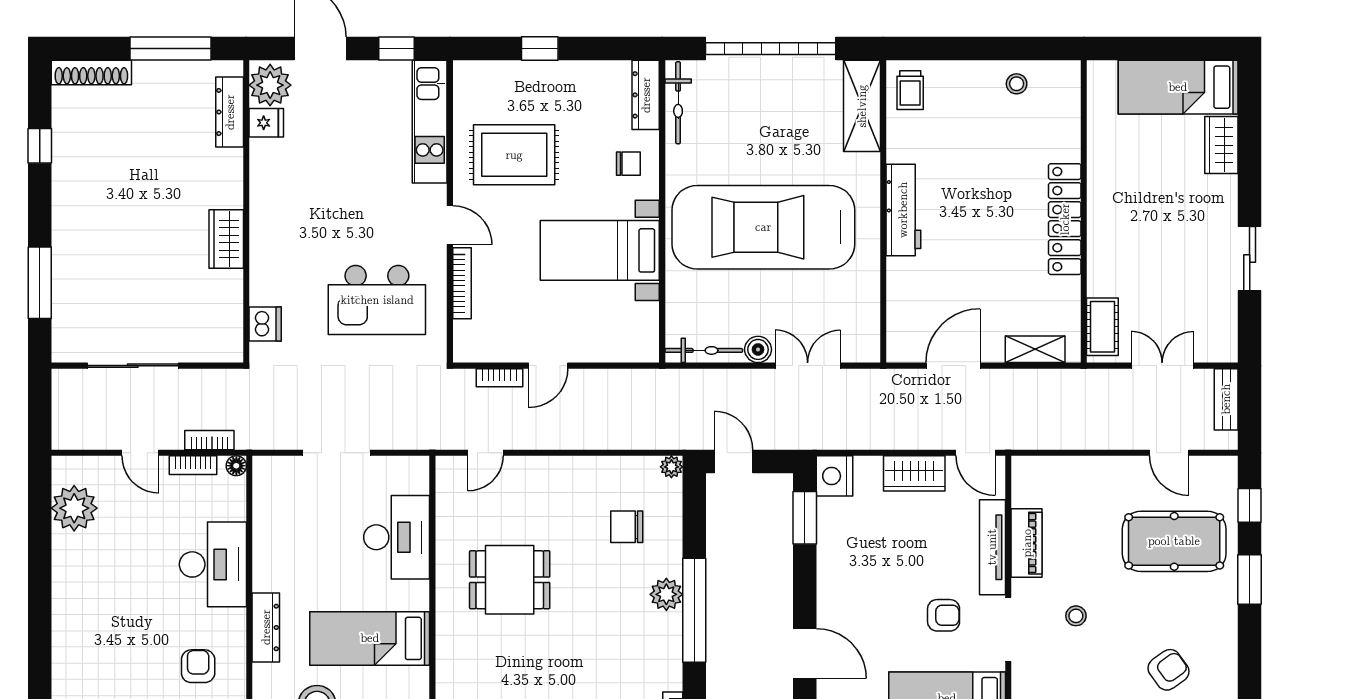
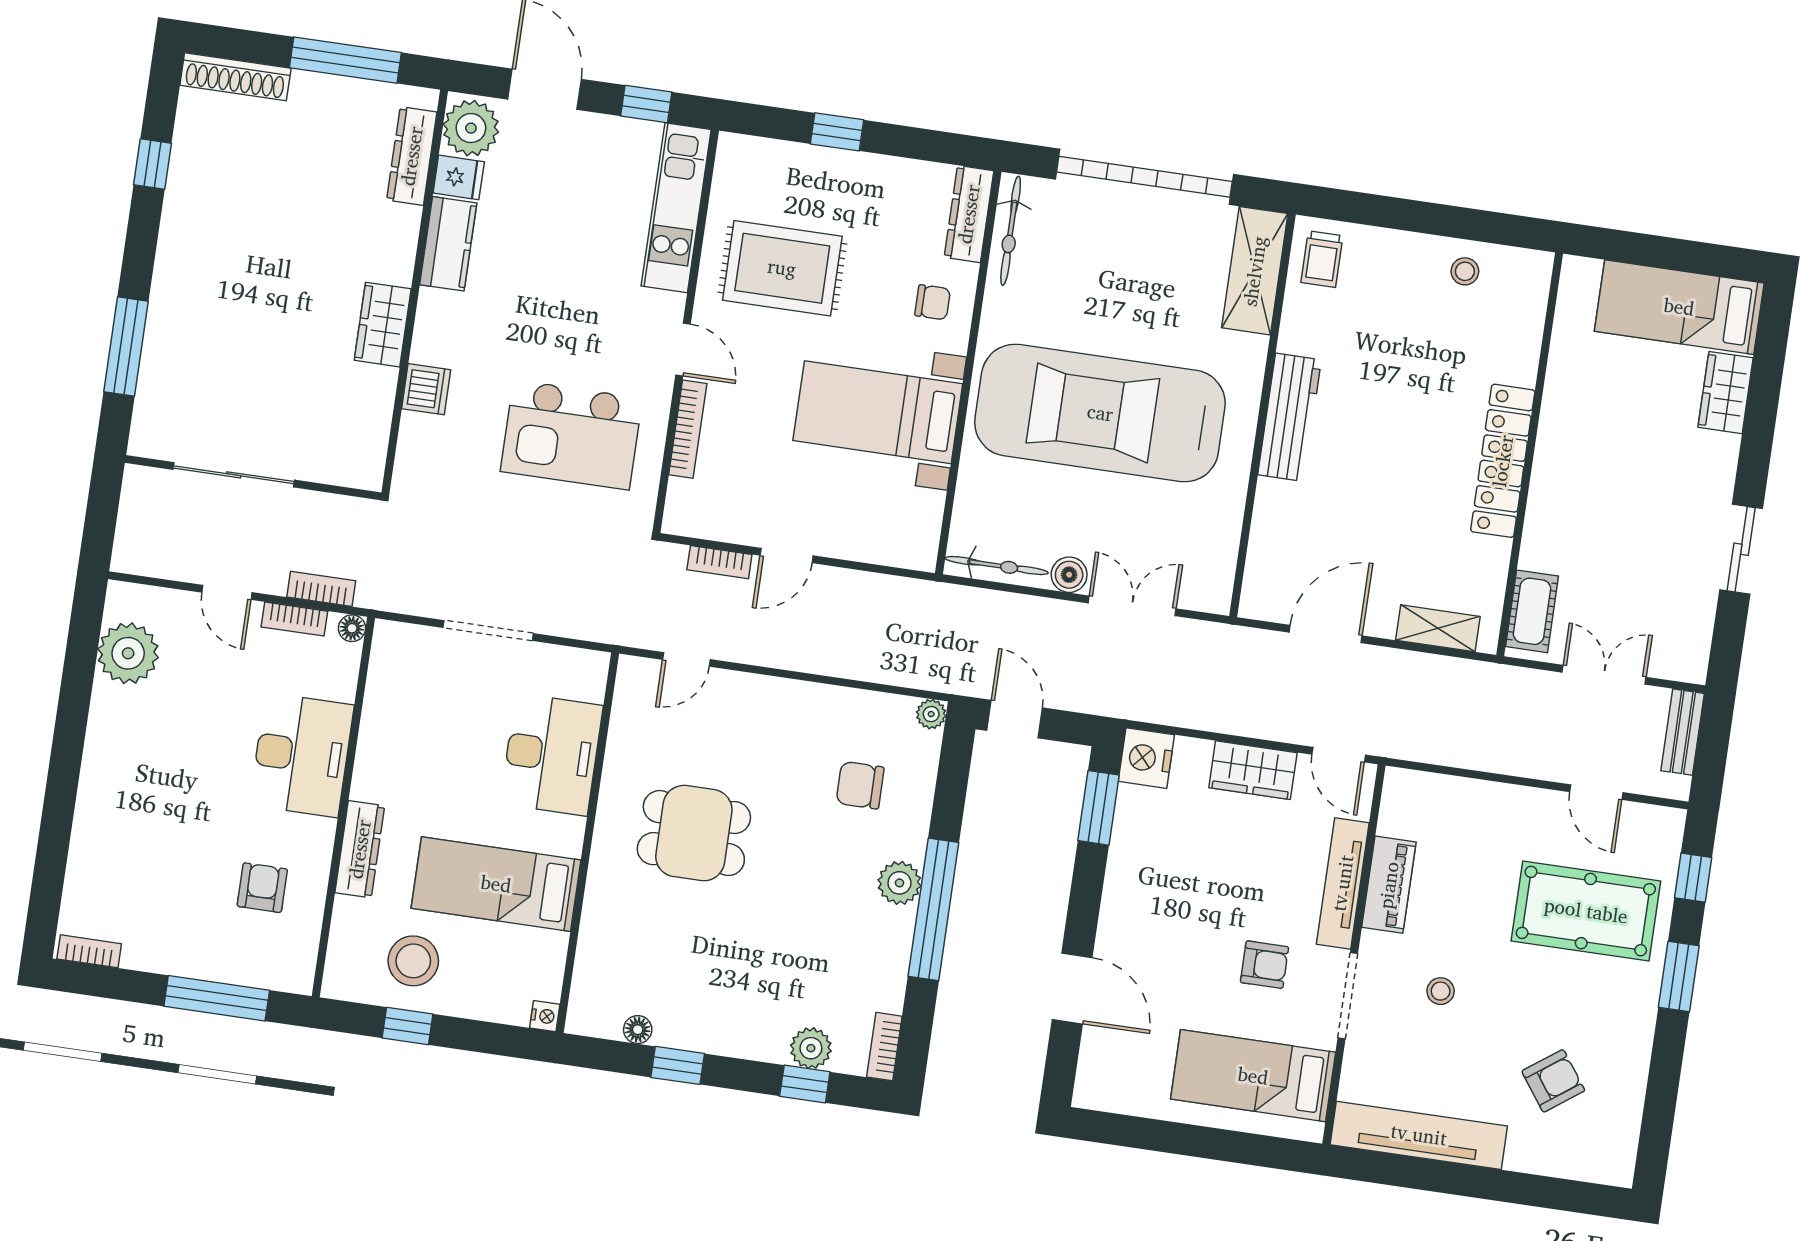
kitchen counter: (266, 173) -> (448, 244), added
dishwasher: (265, 324) -> (426, 389), moved

